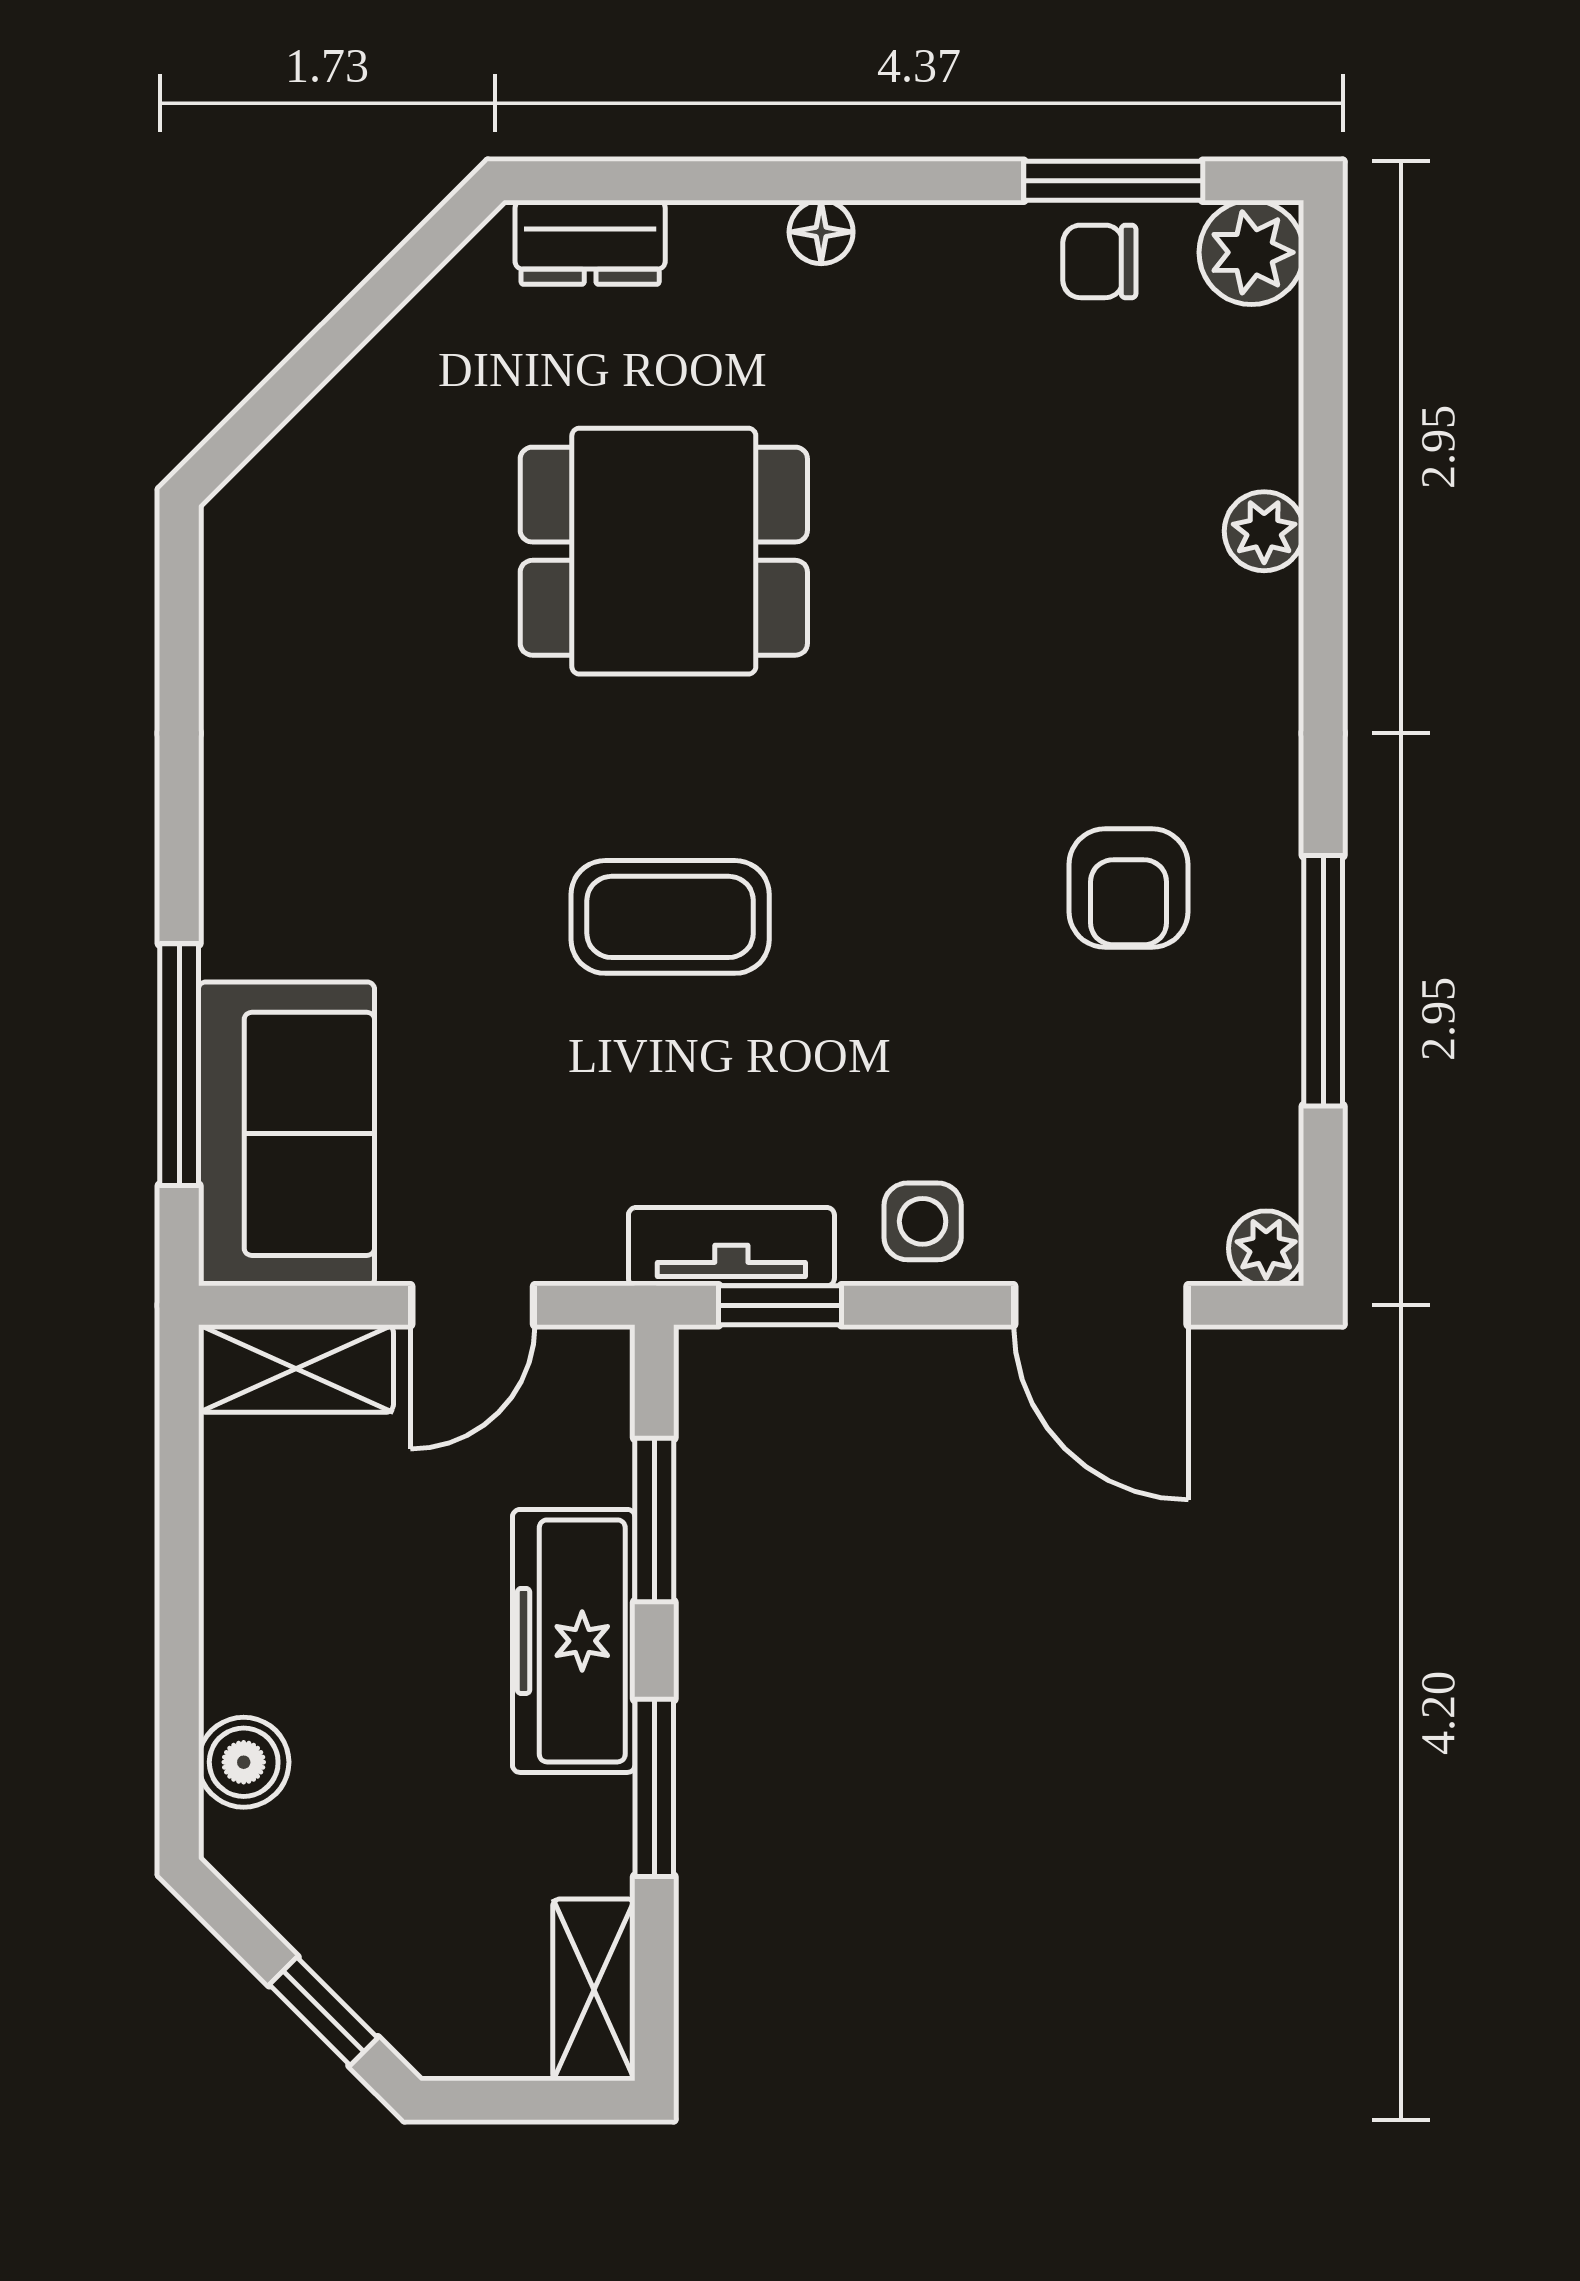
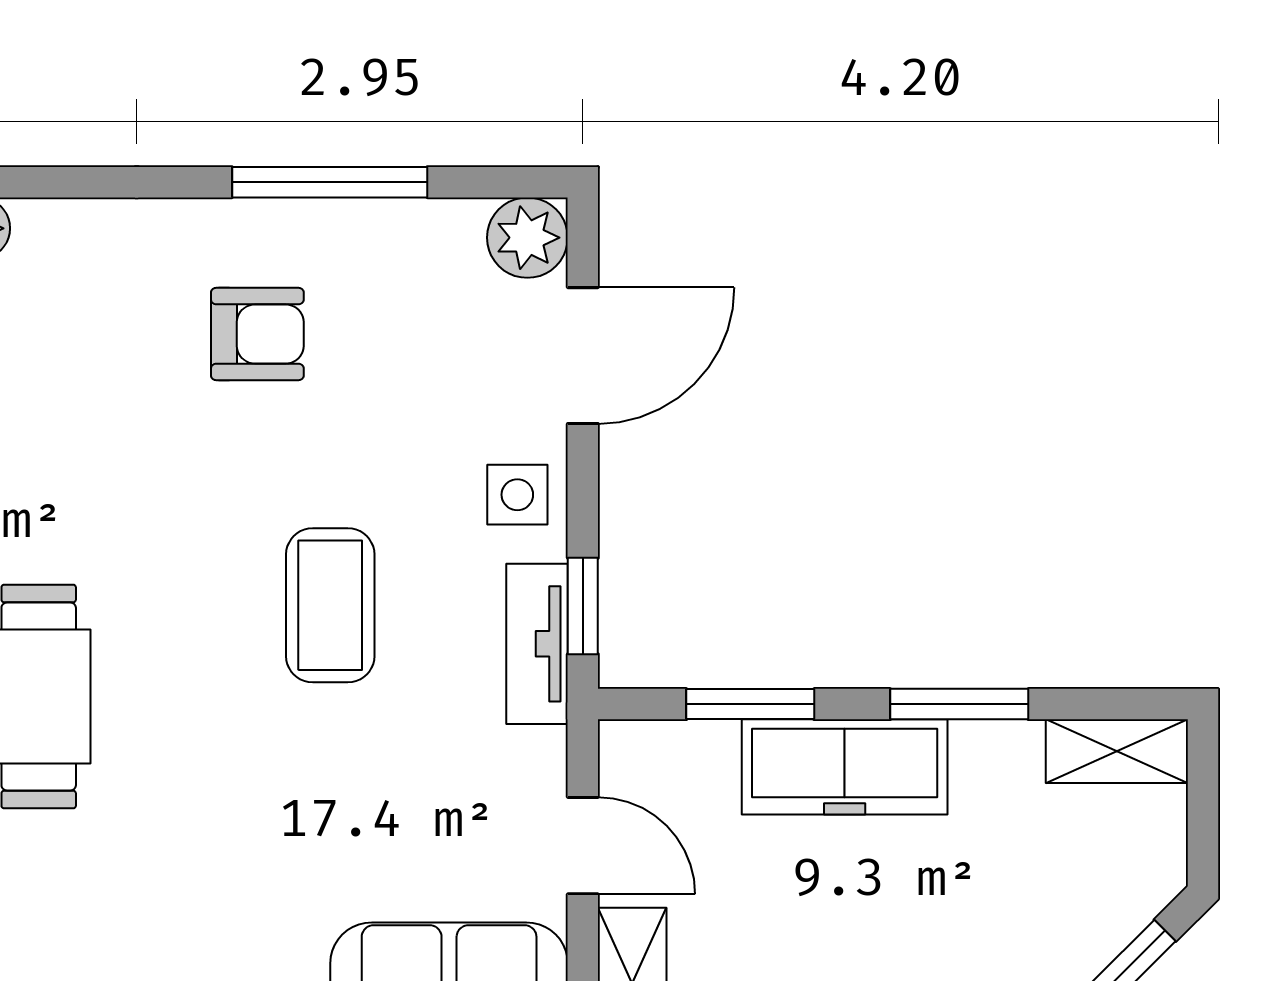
coffee table: (670, 917) -> (330, 605), moved
plant: (1266, 1248) -> (527, 238), width x1.38, depth x1.38

